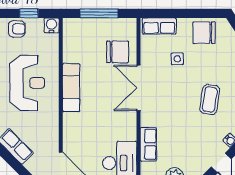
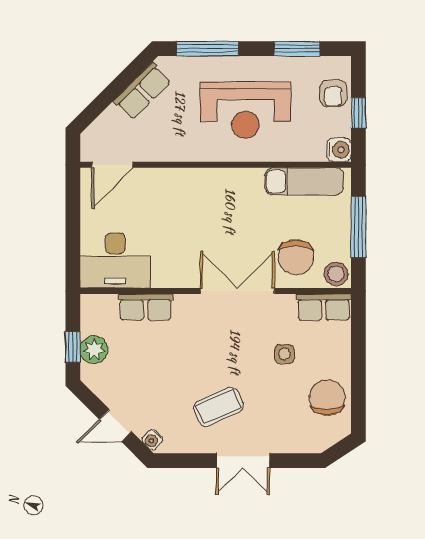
row of seats: (159, 26) -> (324, 307), moved, turned -90
stool: (128, 27) -> (336, 274), added
exam couch: (71, 88) -> (304, 181), moved
coffee table: (210, 99) -> (218, 407), turned -33

